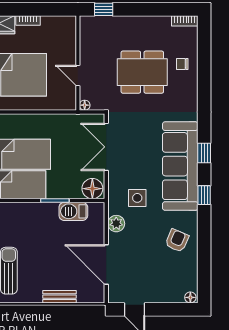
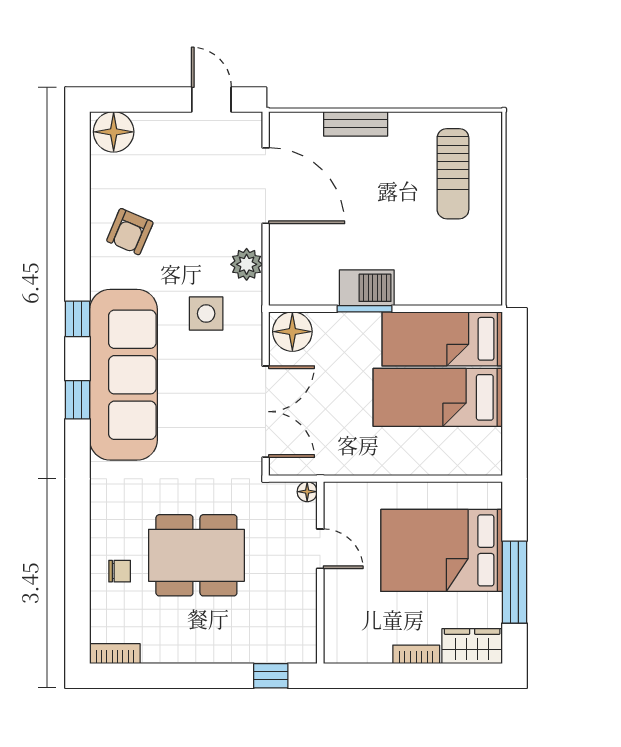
barbecue: (73, 211) -> (367, 288), moved
floor lamp: (190, 297) -> (114, 132), width x1.89, depth x1.89

